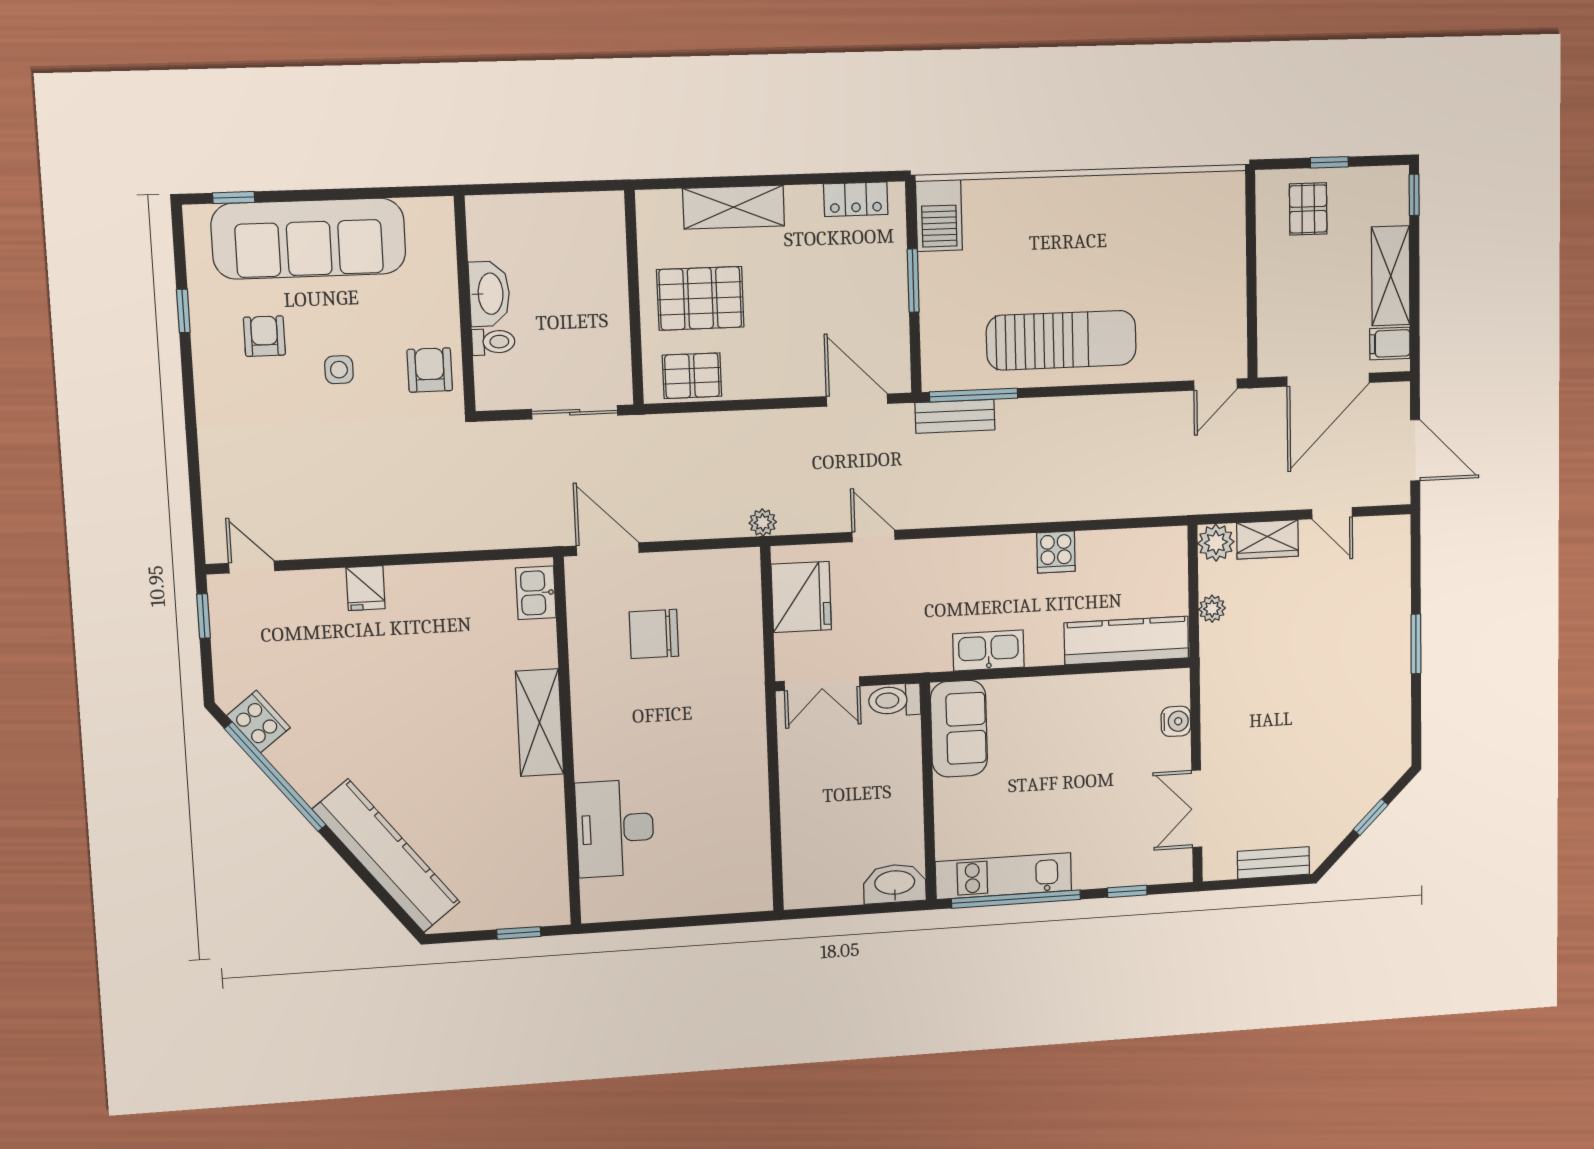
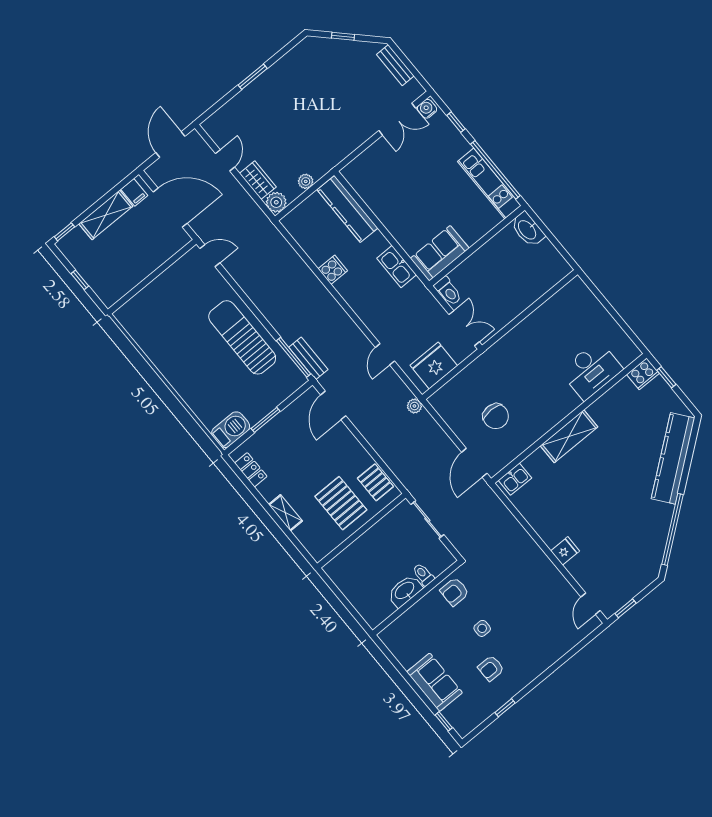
shelving: (734, 207) -> (285, 513), width x0.67, depth x0.75
pallet: (1308, 209) -> (106, 274), removed
sofa: (309, 239) -> (435, 682), width x0.54, depth x0.79
water cooler: (1176, 721) -> (427, 109), moved
cooker: (258, 722) -> (643, 374), moved, turned -142

